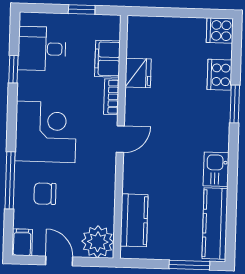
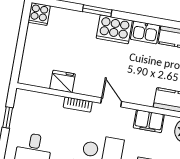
filing cabinet: (107, 59) -> (149, 121), moved
cooker: (220, 75) -> (114, 29), moved, width x1.37, depth x1.31

